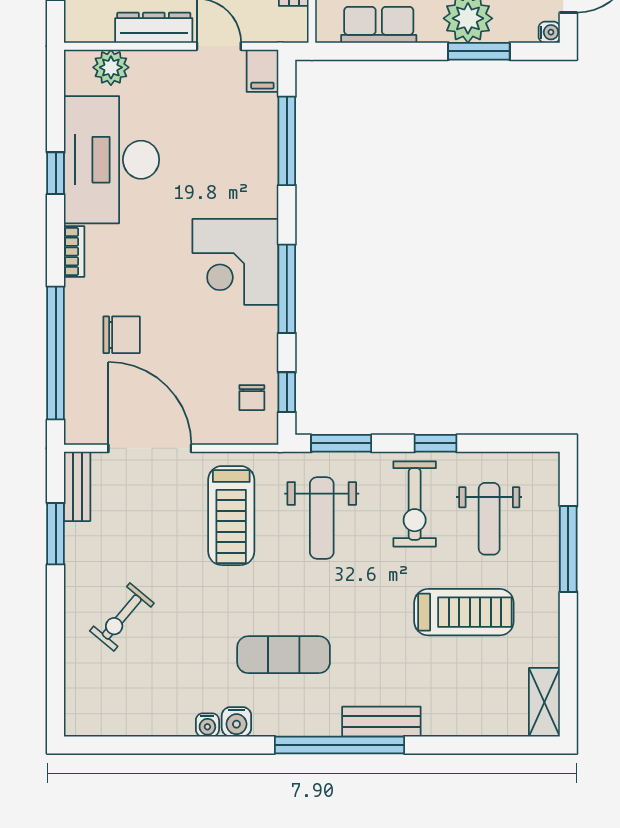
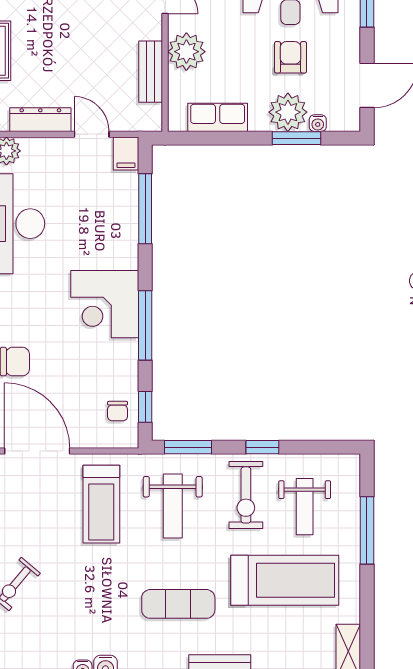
water cooler: (549, 32) -> (318, 123), moved, turned 90
treadmill: (464, 612) -> (285, 580), width x1.37, depth x1.38
exercise mat: (284, 655) -> (178, 604), moved

